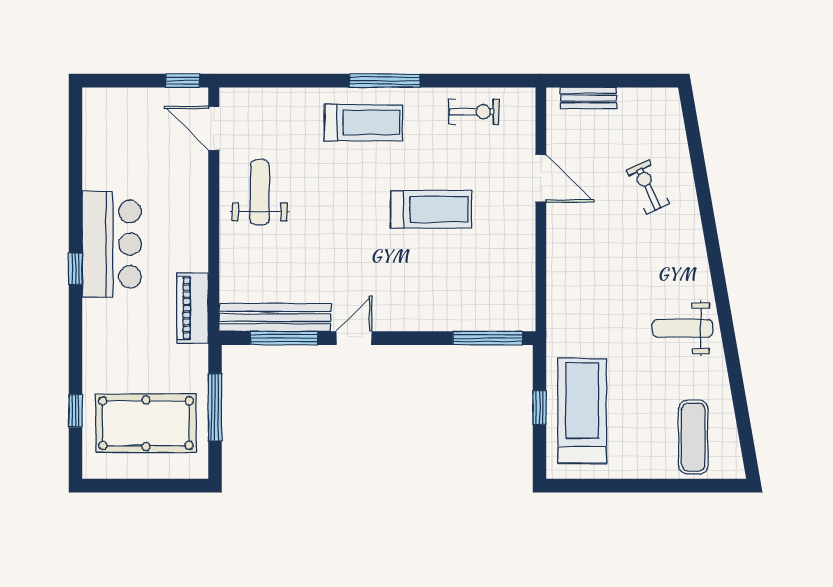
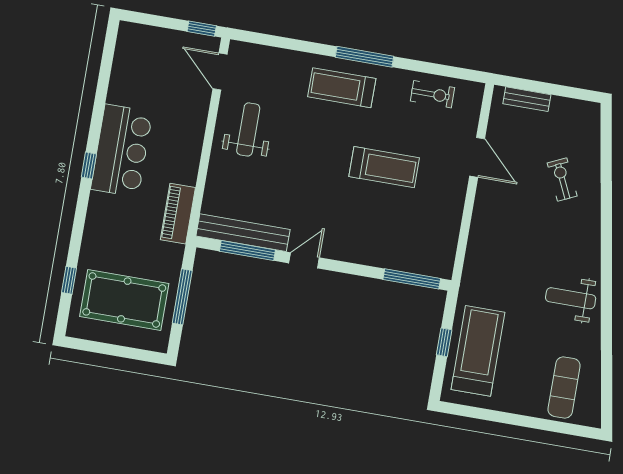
treadmill: (364, 123) -> (342, 88), turned 180

